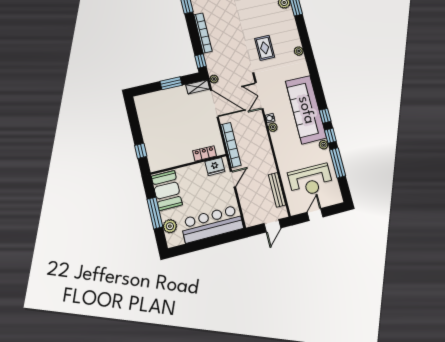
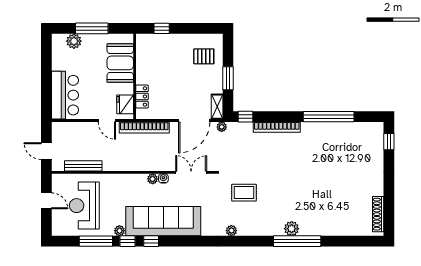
pallet: (157, 108) -> (204, 56), added
booth: (167, 190) -> (120, 63), moved, turned 90
bar counter: (212, 224) -> (65, 95), width x0.73

